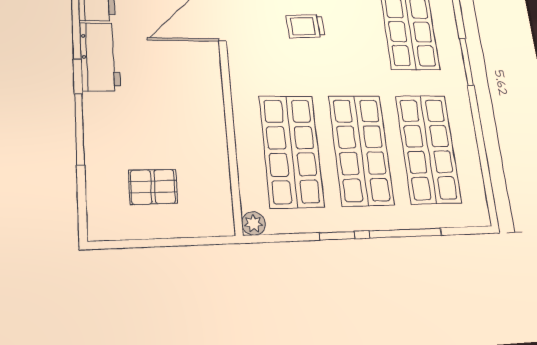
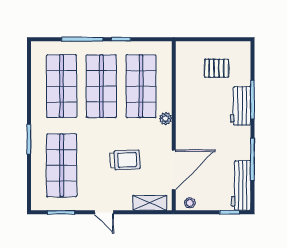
trolley: (305, 26) -> (125, 160), width x1.36, depth x1.39
workbench: (100, 57) -> (240, 106), moved
plant: (254, 224) -> (166, 119), moved

